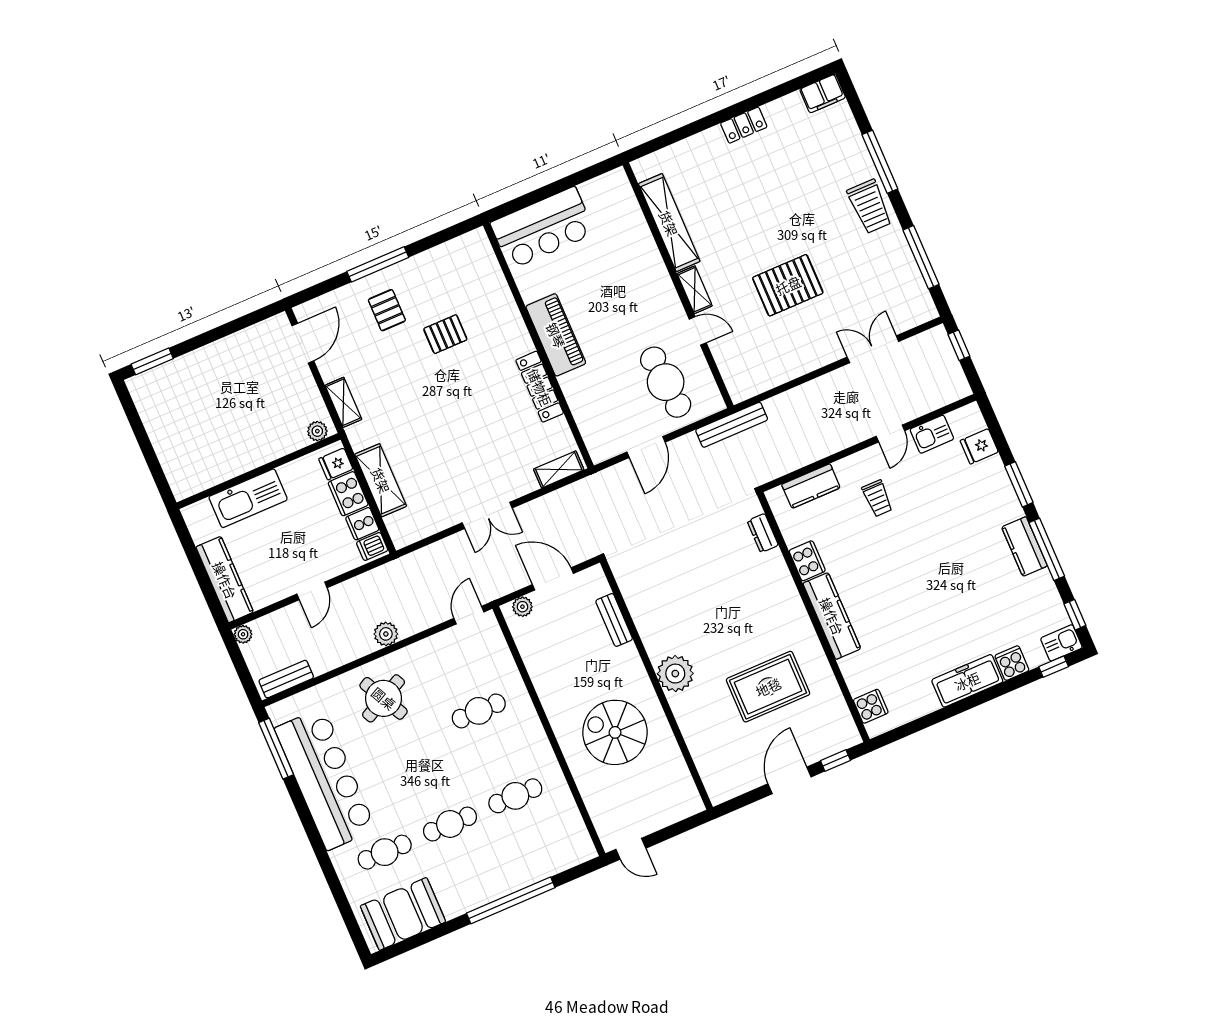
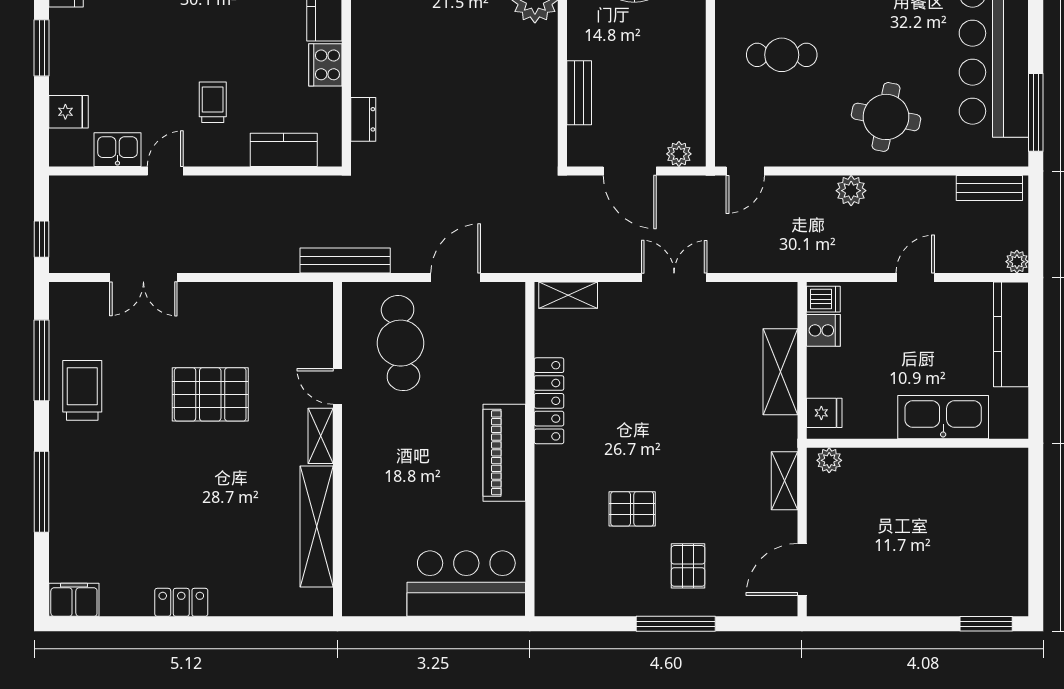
trolley: (870, 206) -> (82, 390), moved
cooker: (348, 494) -> (825, 372), removed
round table: (384, 698) -> (886, 117), turned 38

